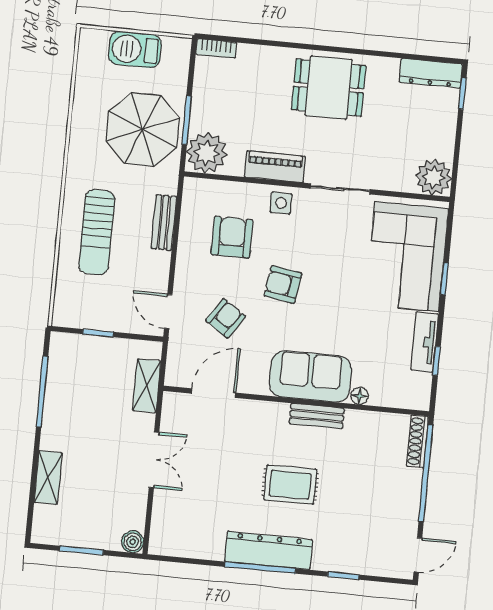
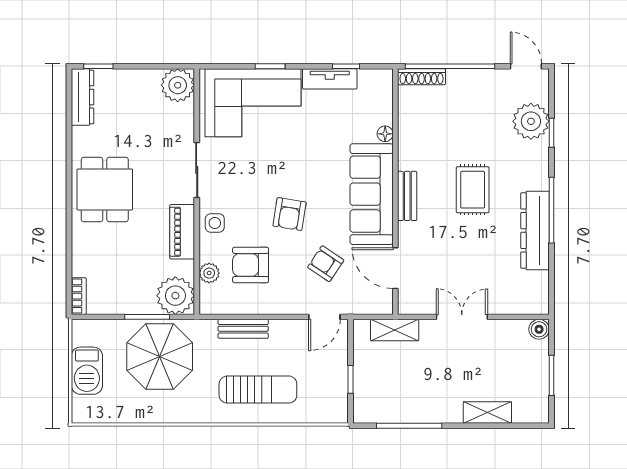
plant: (228, 192) -> (209, 273), added
sofa: (310, 376) -> (372, 194), width x1.36
bench: (317, 416) -> (407, 196), moved
dresser: (269, 551) -> (535, 230), moved
plant: (358, 555) -> (531, 121), added

